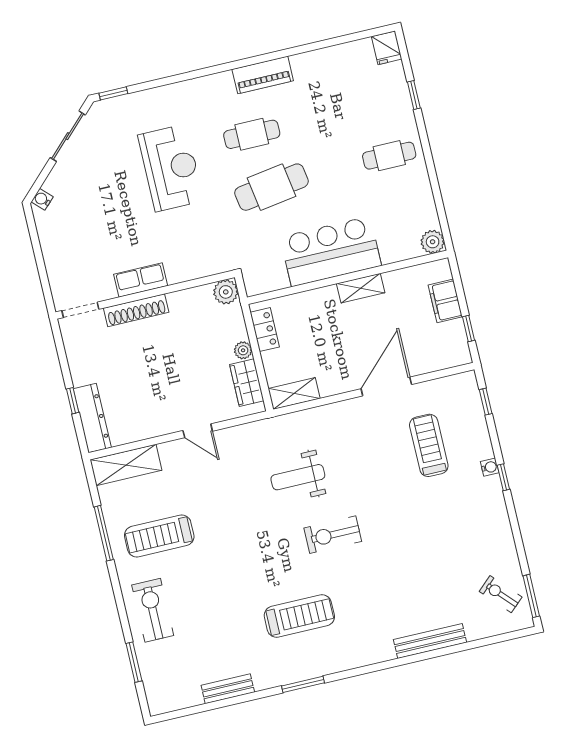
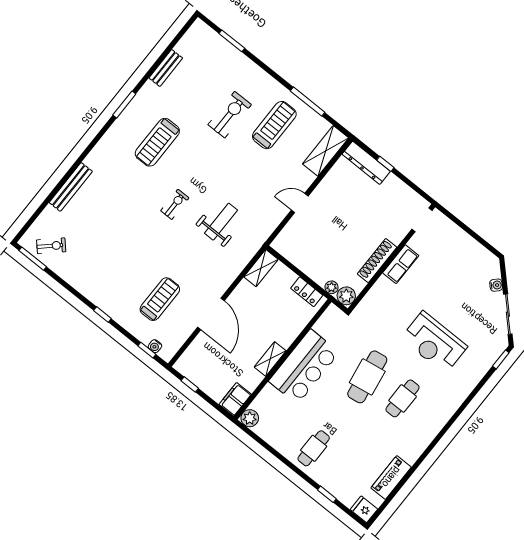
piano: (263, 75) -> (391, 477), moved
water cooler: (42, 199) -> (496, 285), moved
filing cabinet: (445, 301) -> (235, 399), moved, turned -90
shoe rack: (136, 310) -> (377, 261), moved
plant: (243, 350) -> (332, 287), moved
wardrobe: (247, 383) -> (293, 253), removed
treadmill: (429, 445) -> (160, 299), turned -90
water cooler: (490, 467) -> (155, 346), moved
exercise bike: (333, 535) -> (175, 204), width x0.73, depth x0.72
exercise bike: (153, 610) -> (230, 115), moved, turned -90

